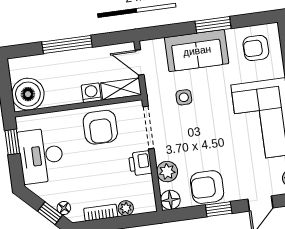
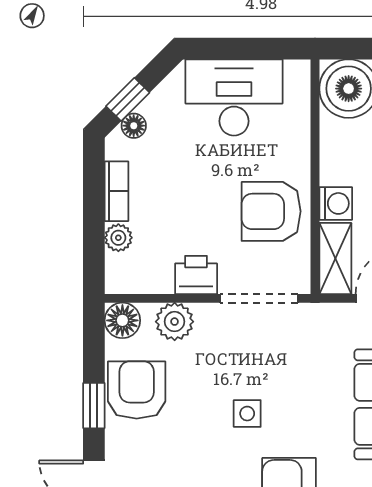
side table: (184, 97) -> (247, 414), moved
window: (12, 142) -> (266, 49), removed

